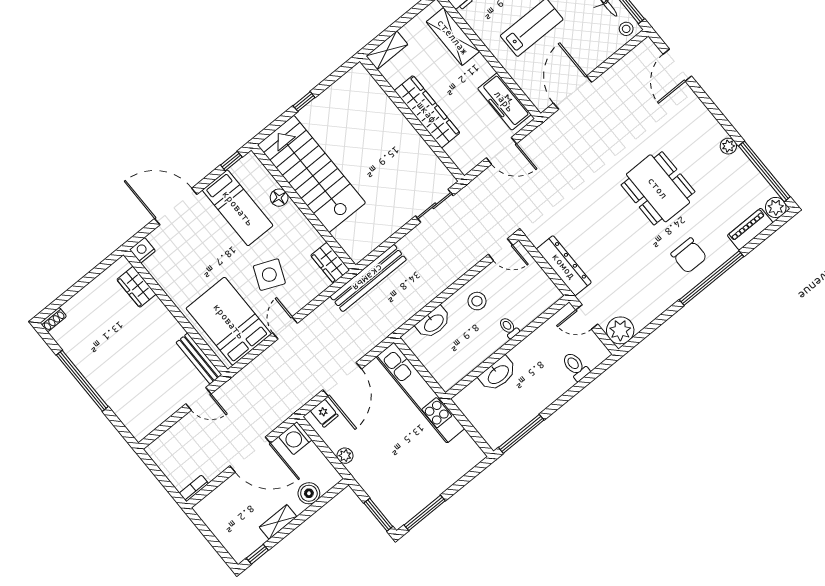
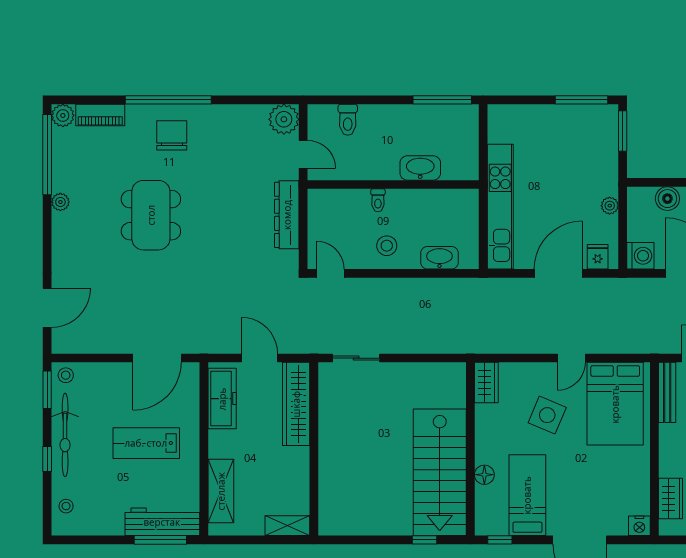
window: (304, 102) -> (424, 540), moved
wardrobe: (427, 112) -> (296, 404), moved
bench: (368, 278) -> (464, 342), removed

